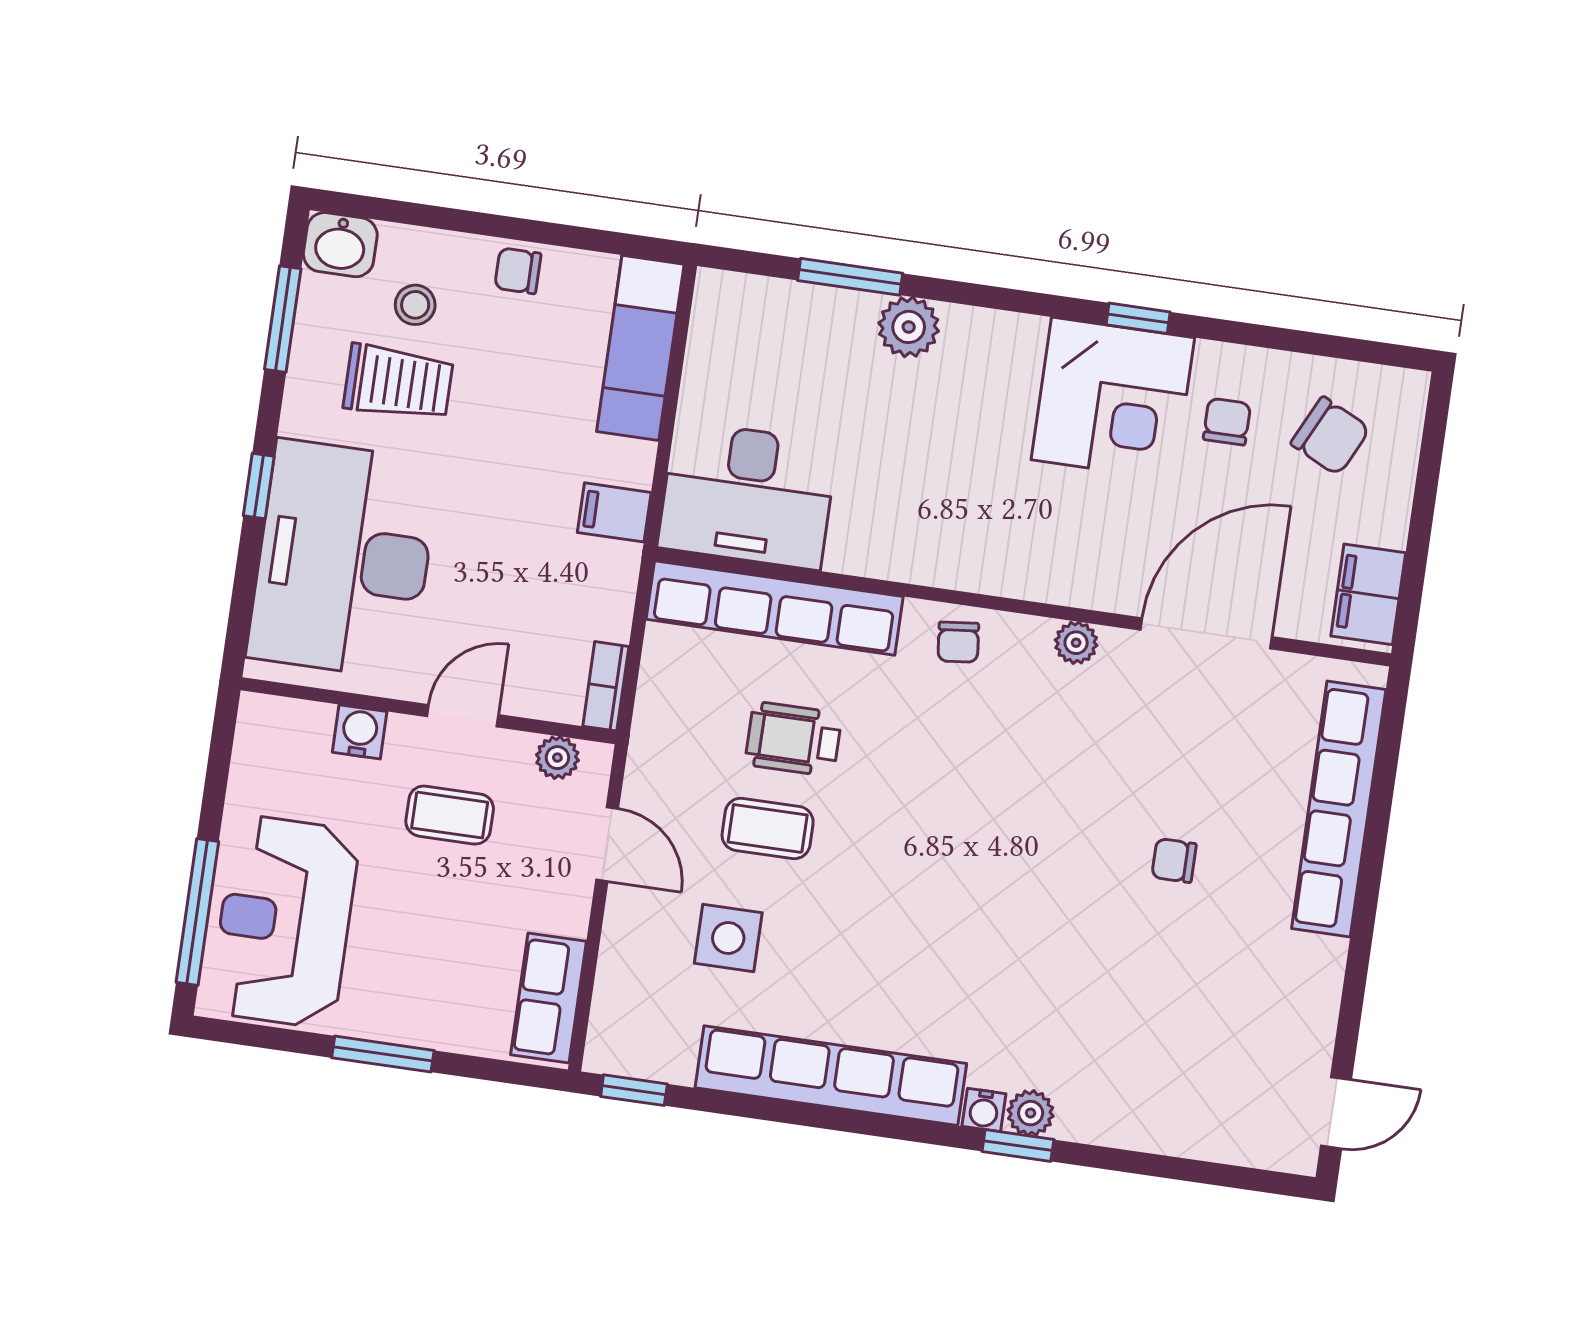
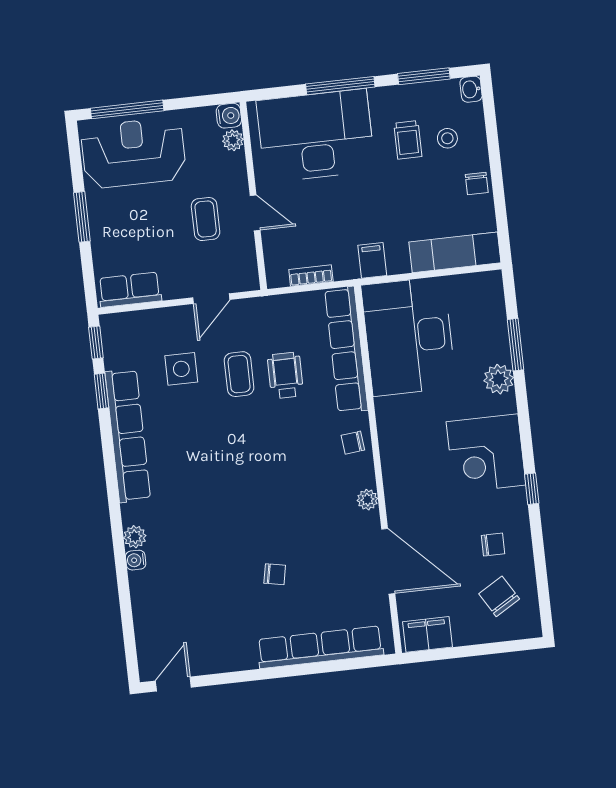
washbasin: (340, 245) -> (471, 89), width x0.72, depth x0.69
chair: (518, 271) -> (477, 184), turned 180
trolley: (398, 383) -> (408, 140), width x0.73, depth x0.72
corner desk: (1113, 399) -> (486, 453), moved
chair: (1330, 436) -> (499, 596), turned 123
window: (259, 486) -> (340, 86), width x2.17
desk: (748, 495) -> (409, 336), width x1.36, depth x1.30
bookcase: (606, 686) -> (311, 276), moved
water cooler: (360, 732) -> (229, 116), moved
plant: (557, 758) -> (233, 140), moved
chair: (1174, 860) -> (275, 574), turned 101
water cooler: (984, 1110) -> (136, 560), moved
door: (1336, 1113) -> (173, 684), swing flipped
window: (1018, 1146) -> (101, 391), moved

